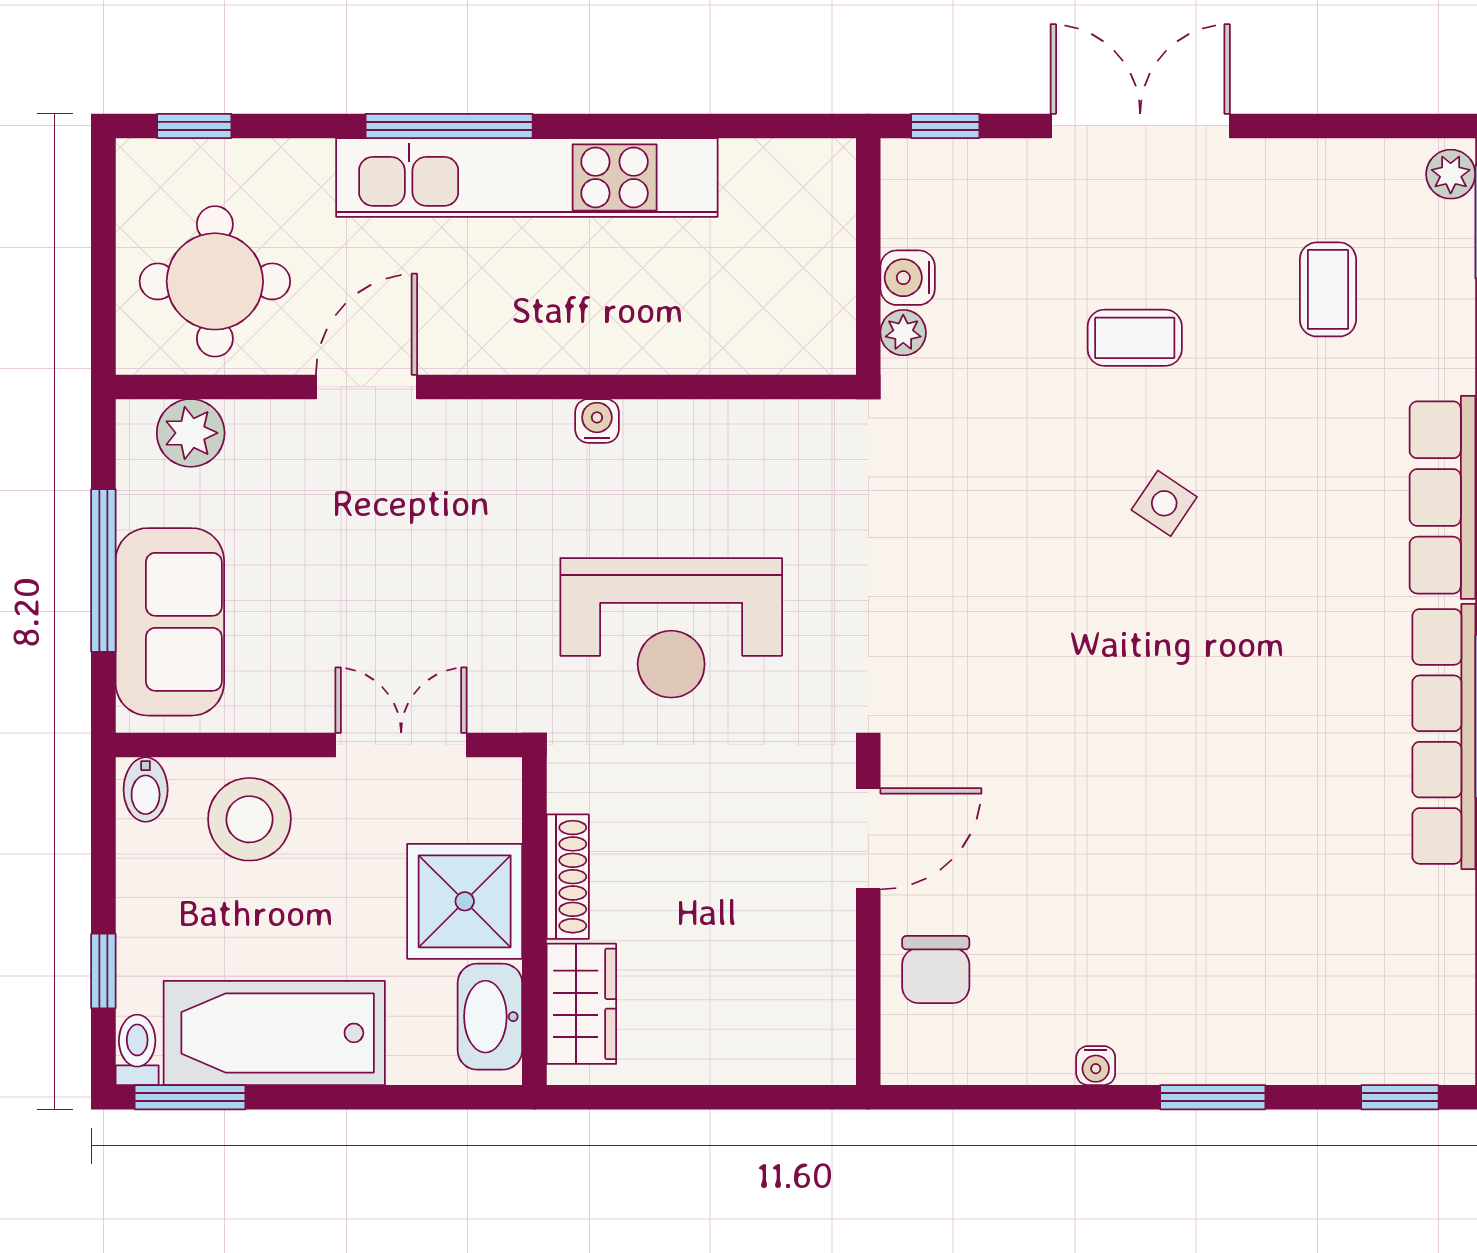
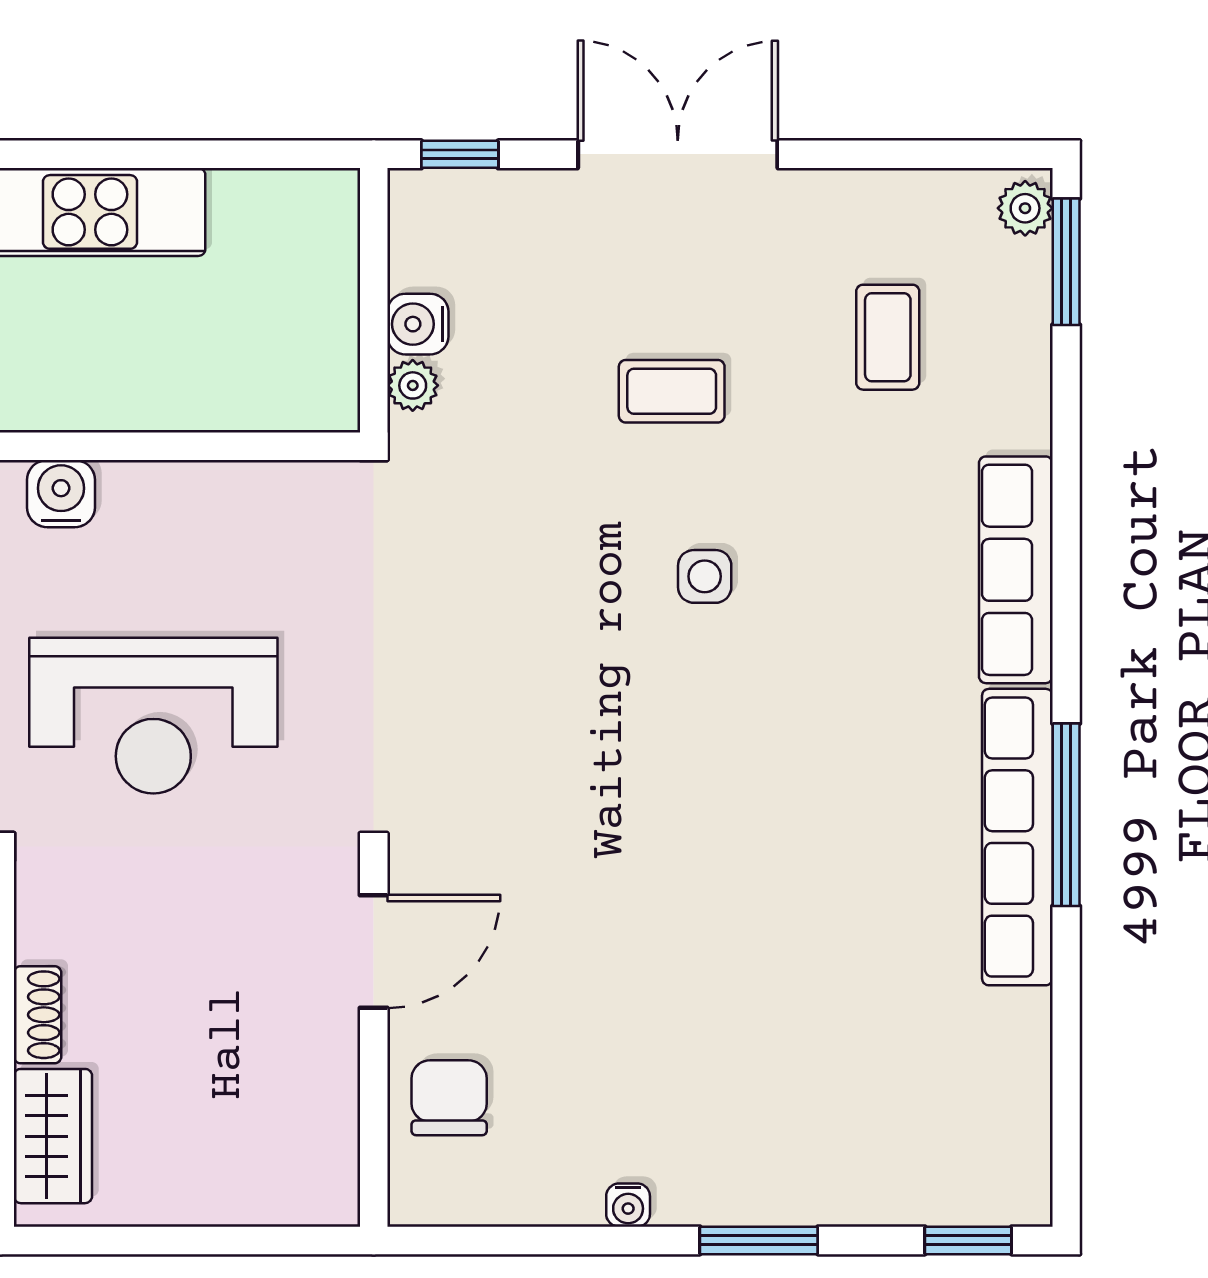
water cooler: (597, 421) -> (61, 494), width x1.38, depth x1.38
side table: (1164, 503) -> (705, 576), turned -34
shoe rack: (568, 877) -> (38, 1015), width x0.70
chair: (936, 970) -> (449, 1098), turned 180

